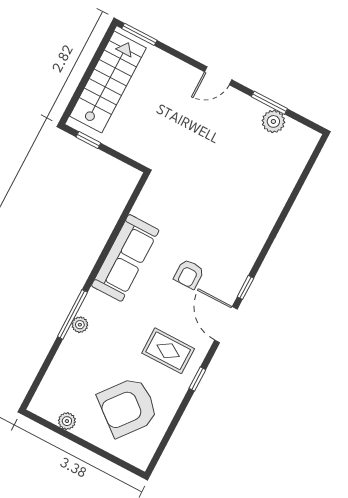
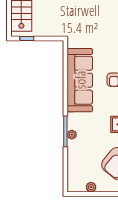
sofa: (125, 258) -> (80, 80), width x1.36, depth x1.27

